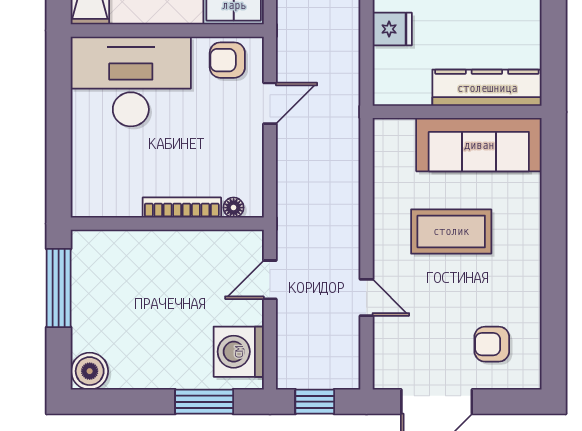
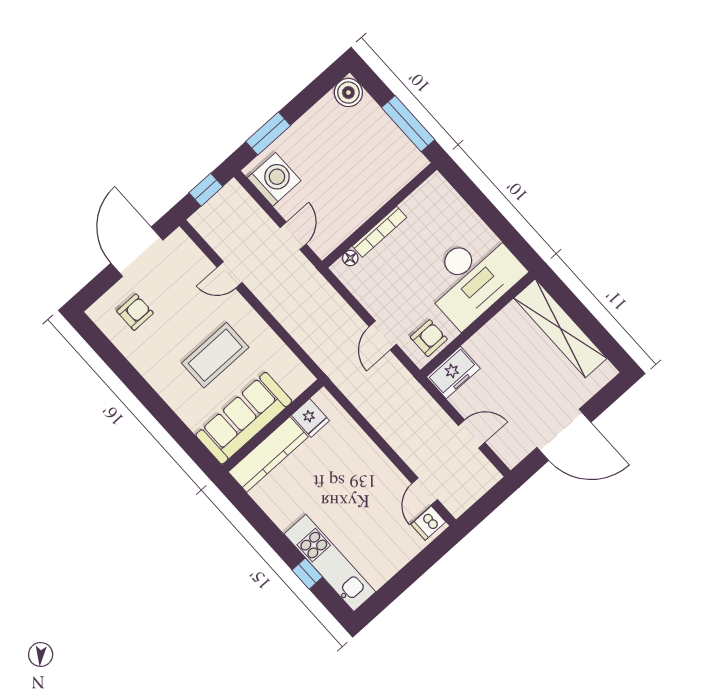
fridge: (392, 29) -> (310, 418), moved, turned -90

